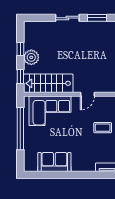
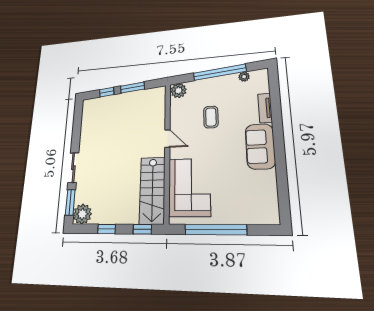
window: (97, 18) -> (70, 202), moved
plant: (31, 57) -> (82, 214), moved
sofa: (54, 162) -> (260, 146), moved

